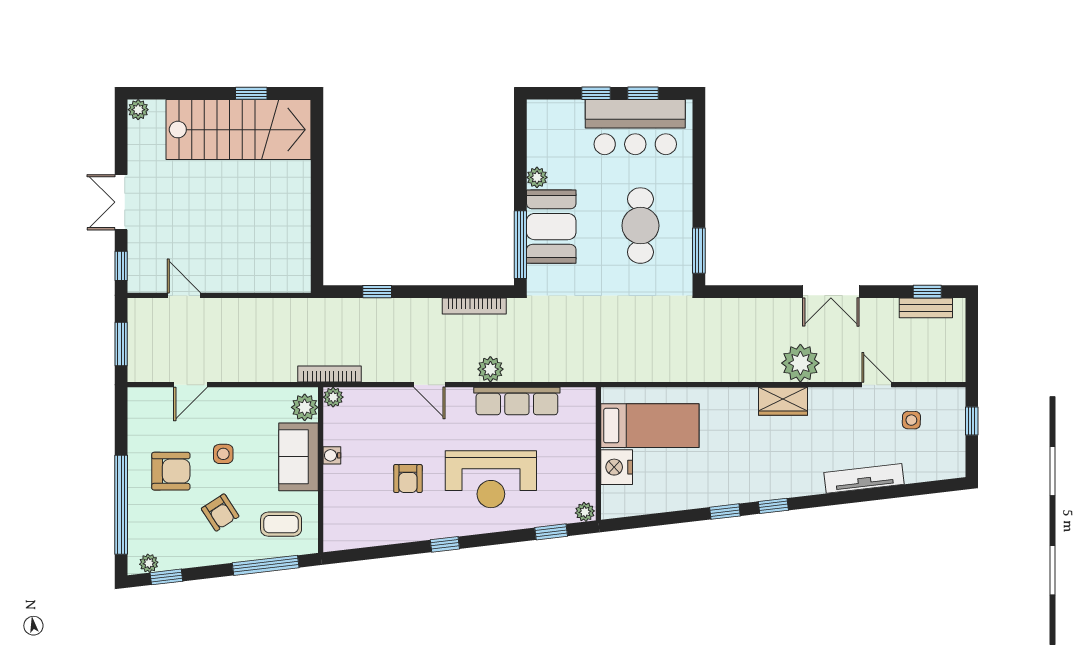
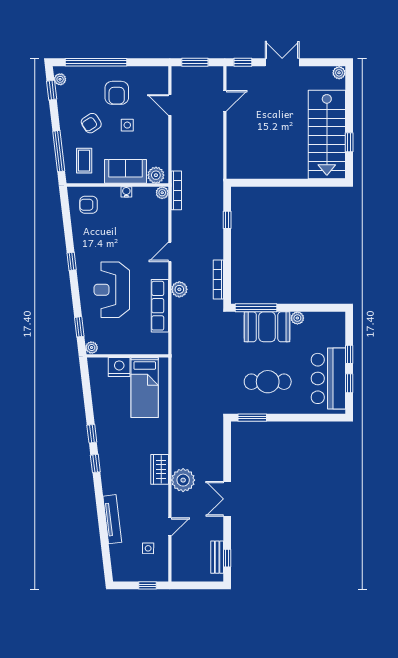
armchair: (408, 479) -> (89, 205), moved

